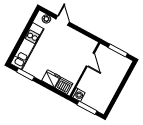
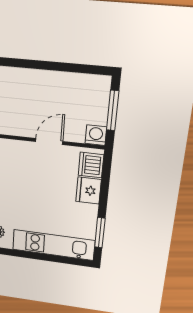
door: (90, 60) -> (49, 141), moved

